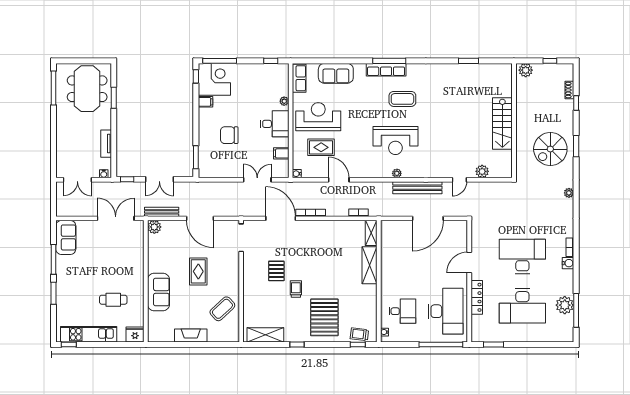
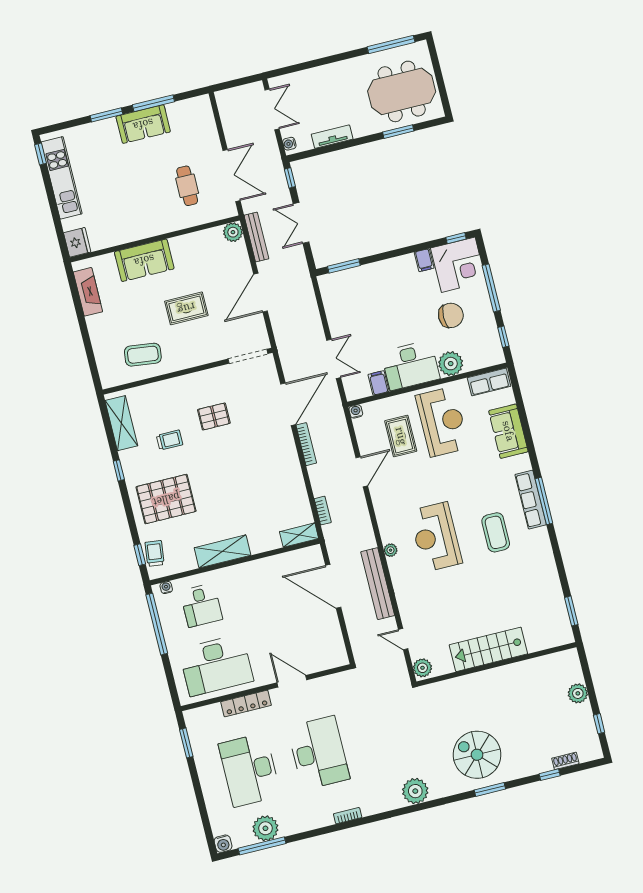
window: (220, 61) -> (491, 288), moved
plant: (284, 101) -> (451, 364), width x1.87, depth x1.87
wall: (514, 121) -> (496, 664), moved
desk: (275, 124) -> (411, 365), width x1.37
stairs: (502, 124) -> (488, 649), moved
chair: (229, 135) -> (451, 315), moved, turned 90
double door: (77, 180) -> (272, 109), swing flipped
plant: (569, 193) -> (415, 791), width x1.87, depth x1.87
door: (428, 218) -> (333, 586), moved
sofa: (66, 237) -> (143, 124), moved
water cooler: (568, 263) -> (223, 844), moved
shelving: (369, 265) -> (222, 551), moved
trolley: (296, 289) -> (170, 440), moved
cafe table: (113, 300) -> (187, 186), moved
coffee table: (222, 309) -> (143, 355), turned -40
fireplace: (191, 336) -> (88, 292), moved
window: (441, 345) -> (157, 624), moved

